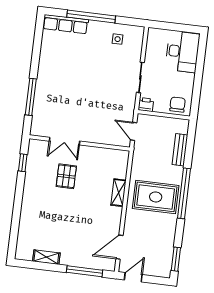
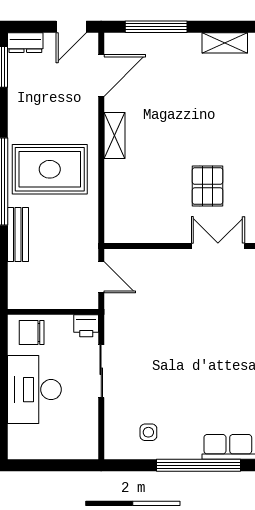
desk: (182, 52) -> (34, 390), moved
chair: (178, 105) -> (32, 333), turned 90
bench: (180, 150) -> (18, 234), moved
shelving: (118, 193) -> (114, 135), moved
dresser: (161, 271) -> (25, 43), added

